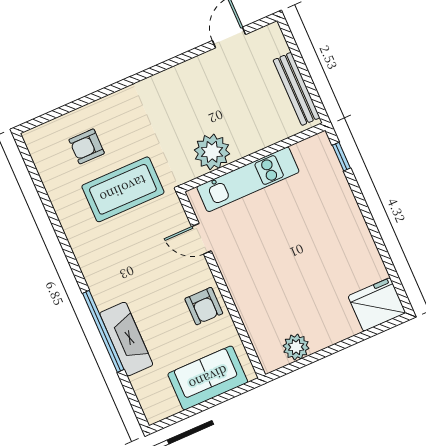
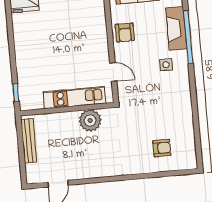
coffee table: (123, 189) -> (149, 116), removed
side table: (123, 278) -> (166, 65), added
armchair: (204, 306) -> (125, 32), turned 180

